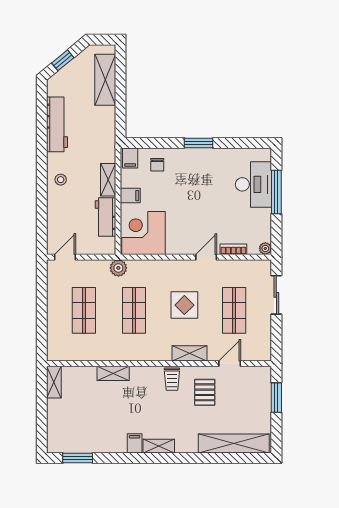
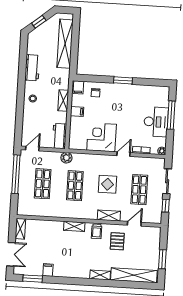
shelving: (105, 80) -> (65, 44), width x1.47
workbench: (57, 124) -> (32, 68), width x0.73
desk: (253, 184) -> (156, 122), moved
workbench: (105, 217) -> (59, 136), moved
corner desk: (143, 233) -> (102, 137), moved
window: (42, 298) -> (16, 174), added
window: (276, 333) -> (166, 206), added
shelving: (113, 373) -> (74, 226), moved
window: (276, 398) -> (162, 259), moved
double door: (42, 423) -> (11, 254), added
filing cabinet: (135, 443) -> (48, 270), moved
shelving: (159, 446) -> (100, 275), moved

